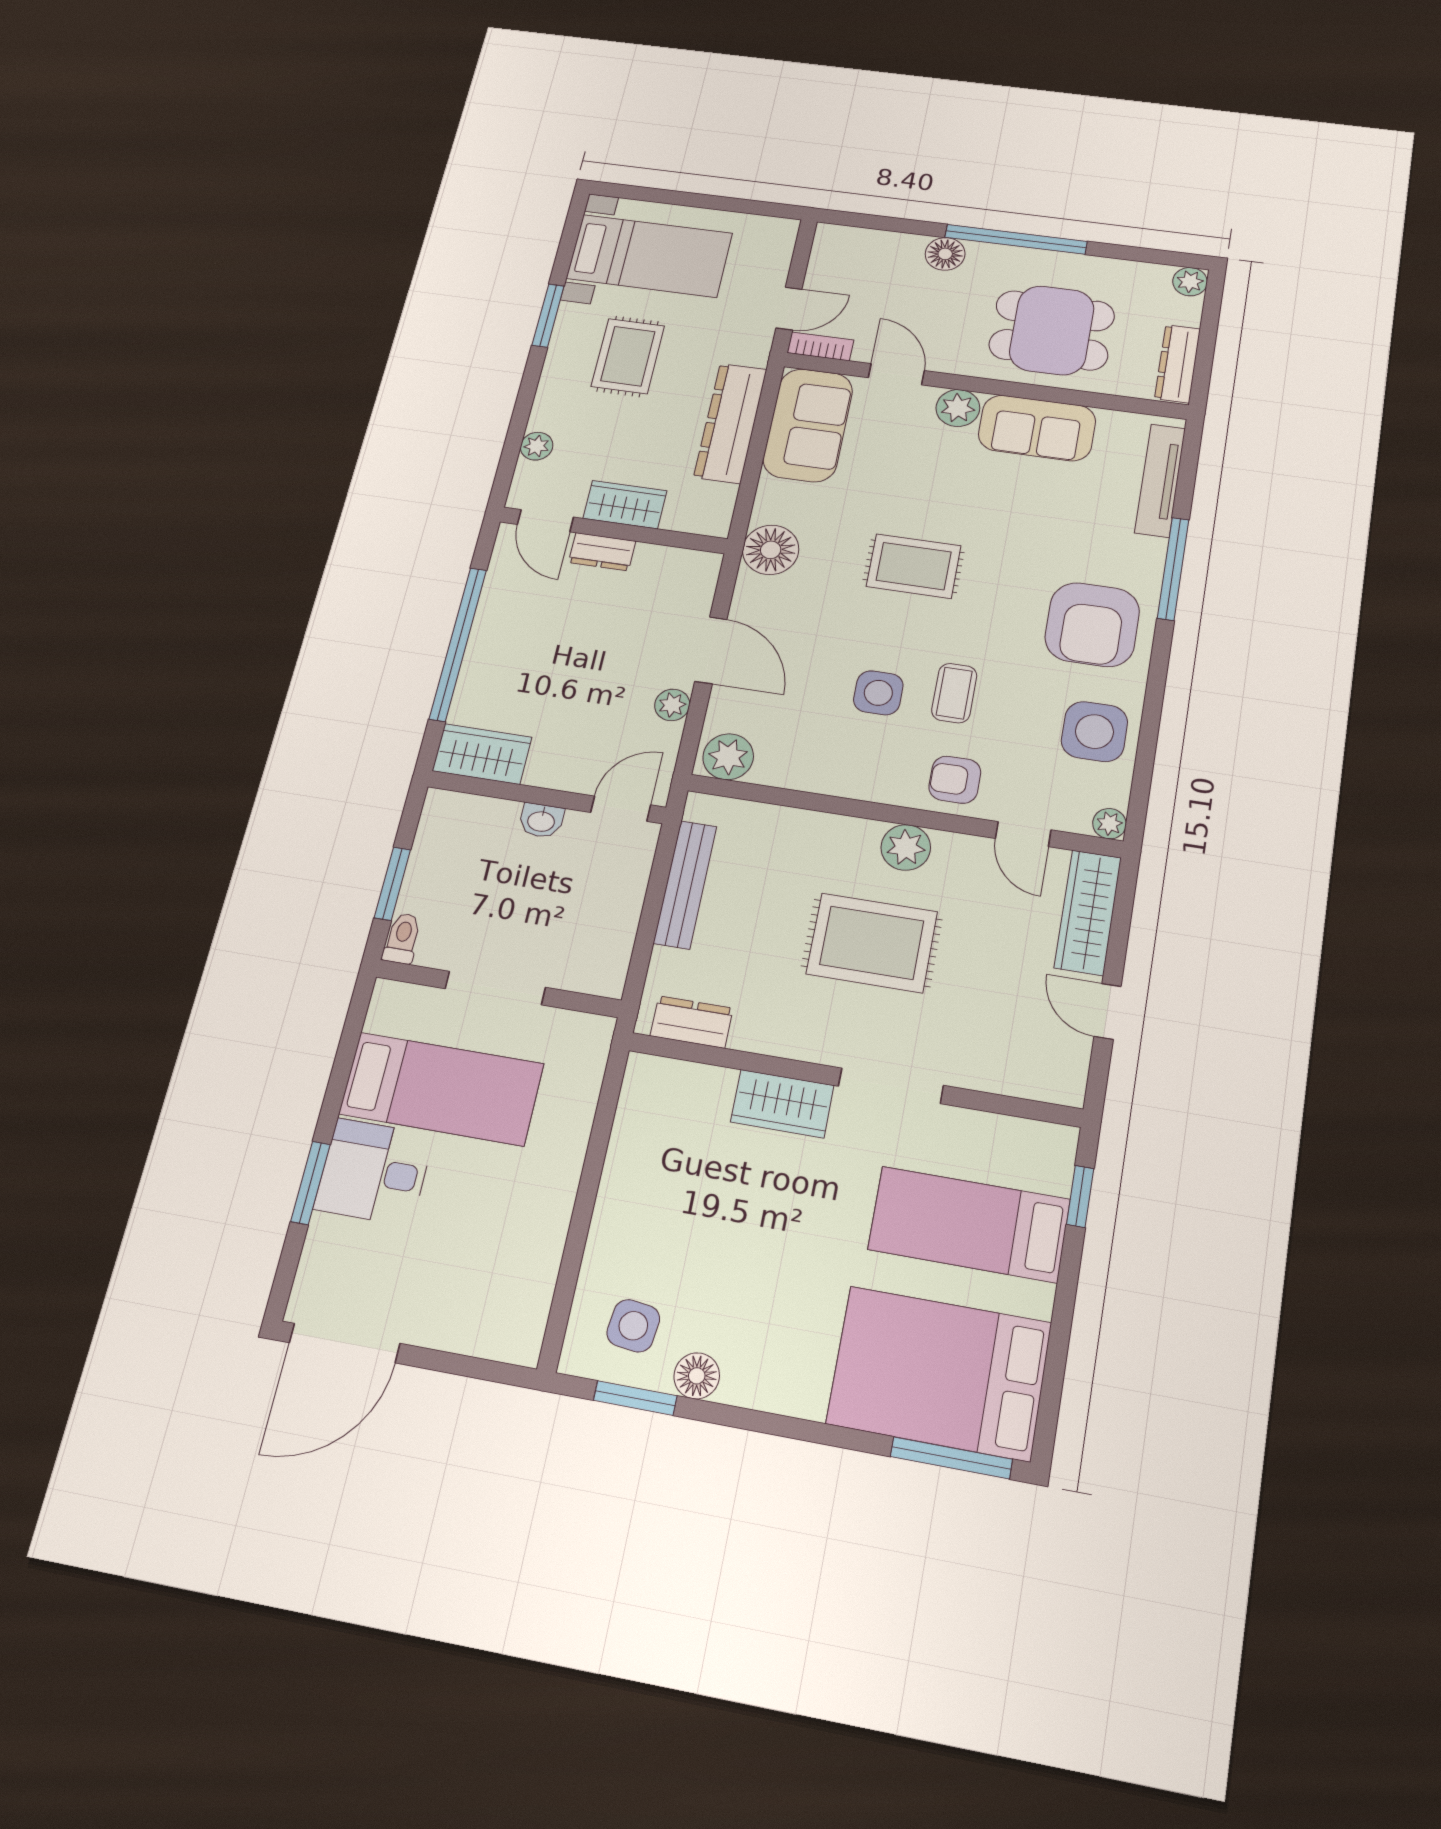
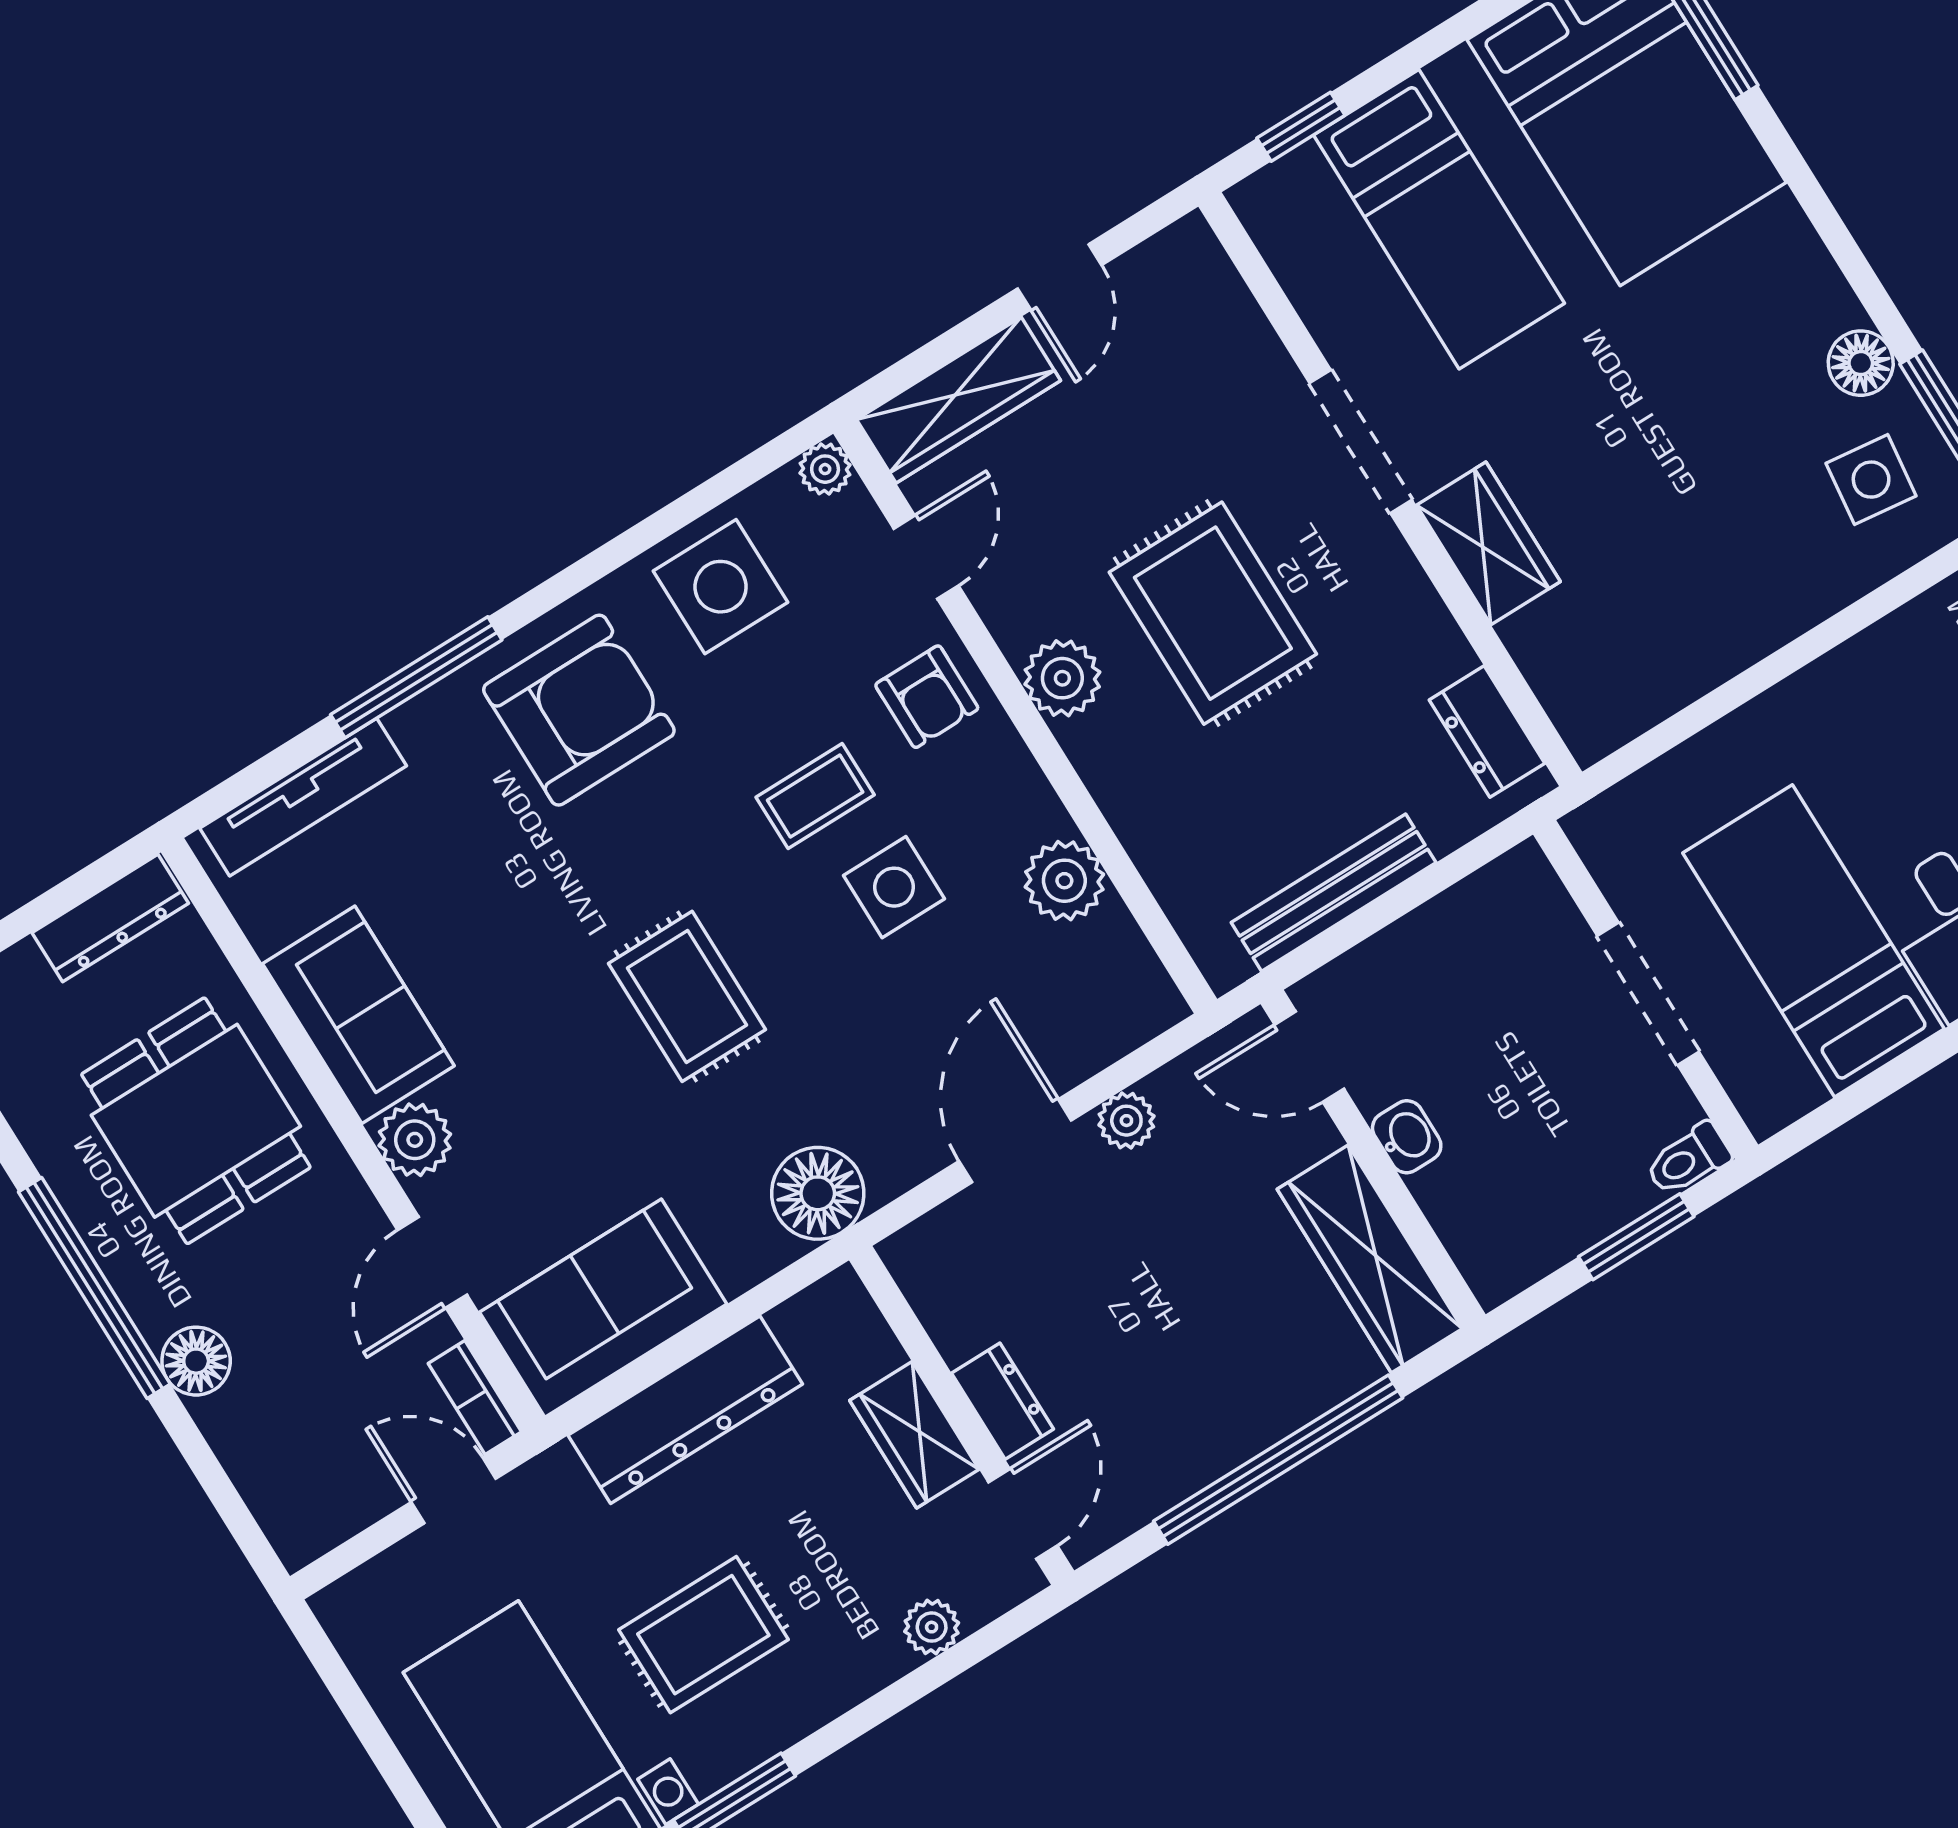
wardrobe: (482, 754) -> (1370, 1259), width x1.50
plant: (728, 757) -> (1064, 881), moved

